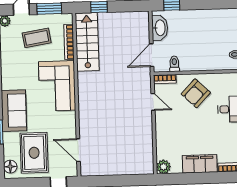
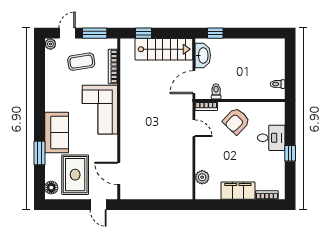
stairs: (87, 42) -> (164, 49), moved, turned 90
plant: (164, 167) -> (202, 177), moved

